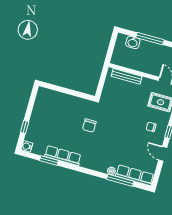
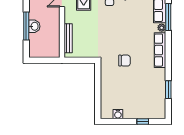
washbasin: (133, 42) -> (34, 26), moved
water cooler: (27, 146) -> (118, 114), moved
row of seats: (63, 156) -> (160, 50), moved

